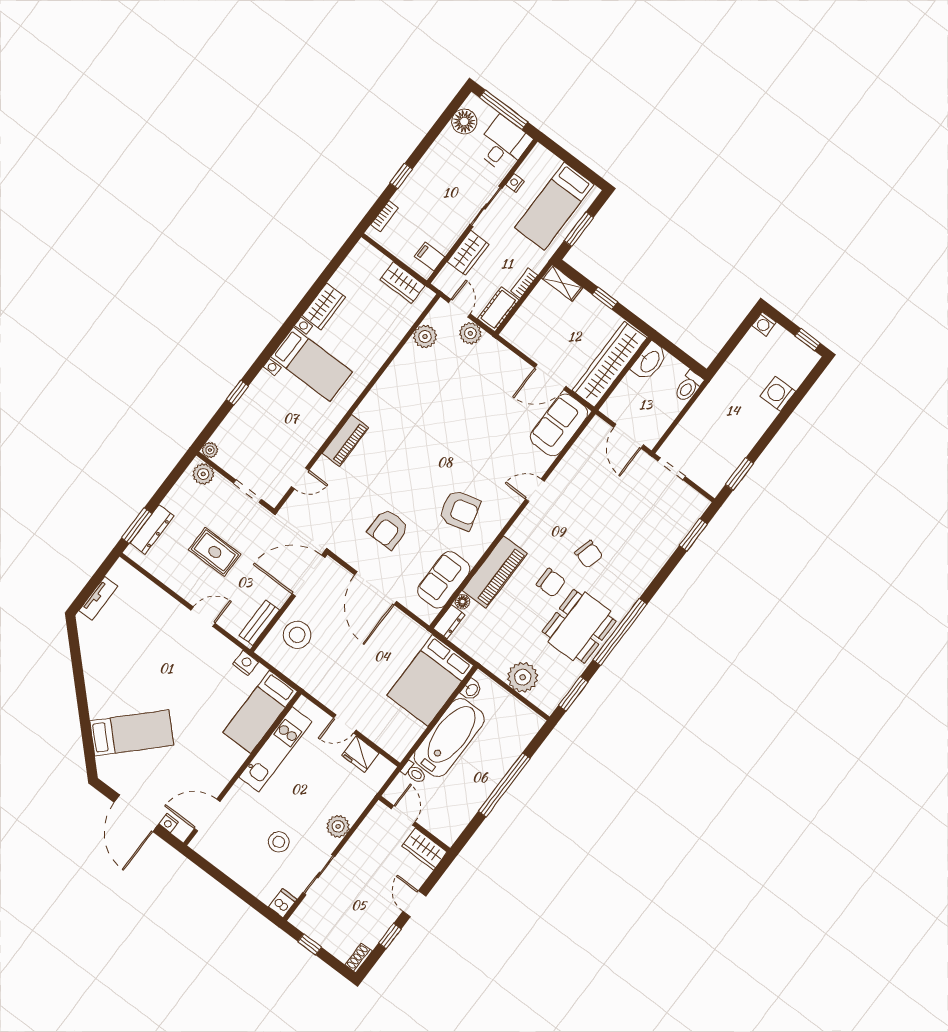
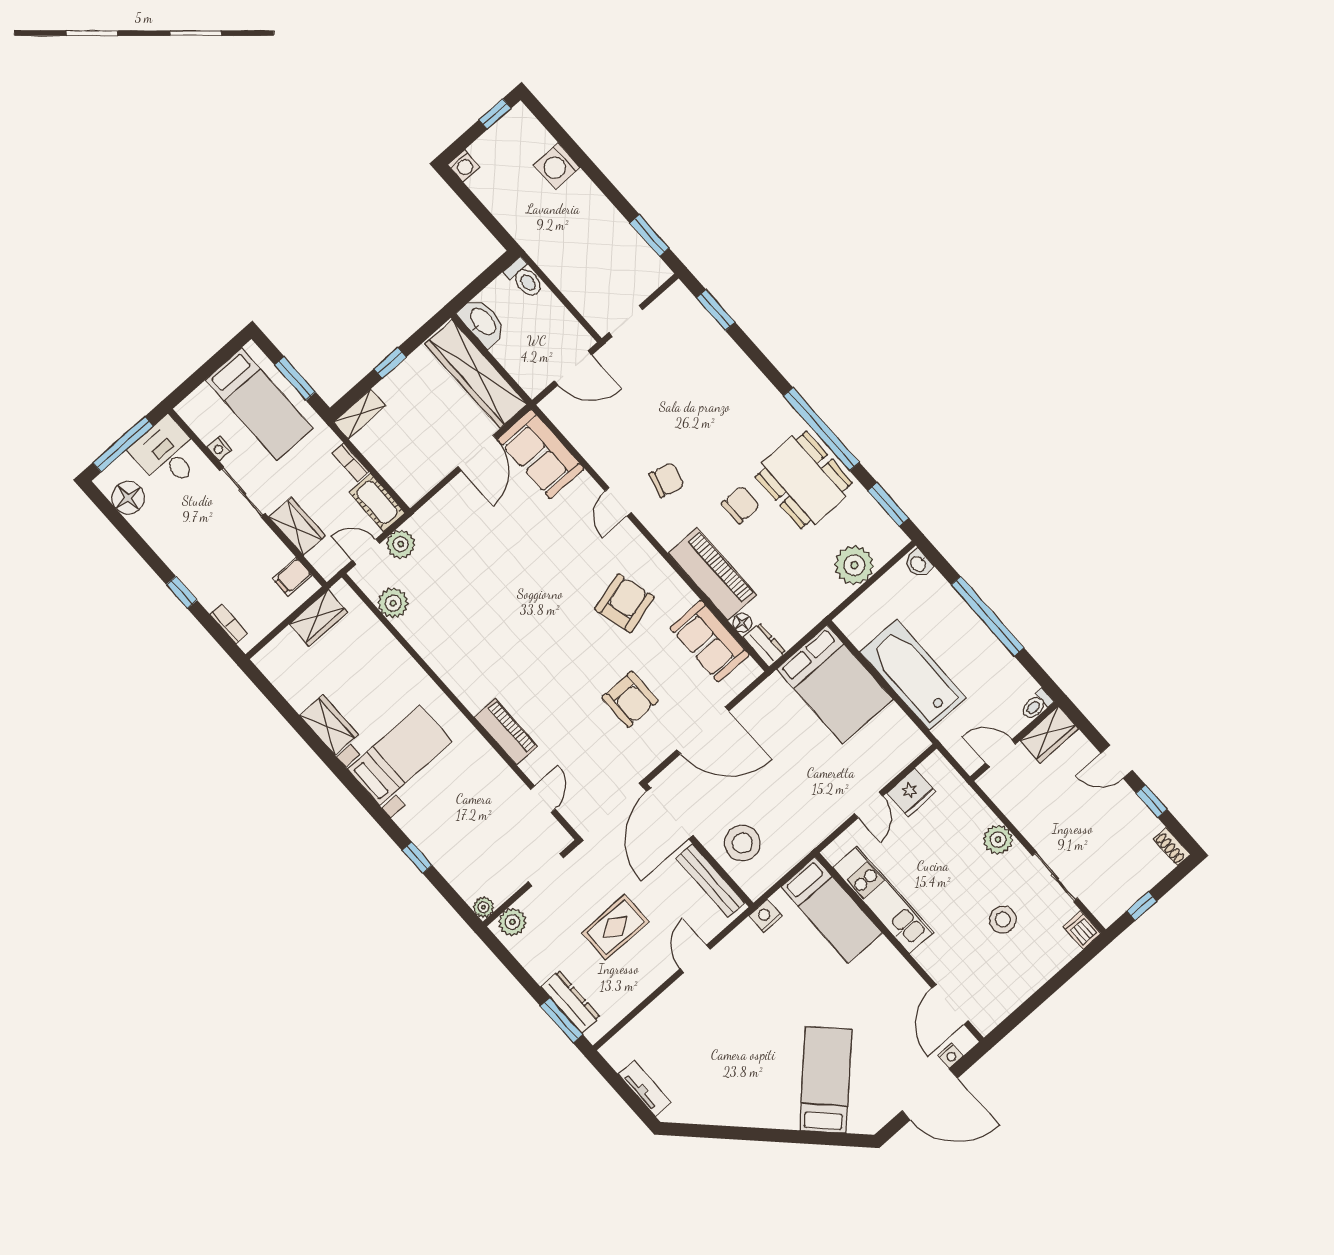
chair: (589, 554) -> (667, 480), moved
bench: (259, 623) -> (710, 880), width x1.36
washbasin: (471, 690) -> (918, 564), moved, turned 180
toilet: (414, 772) -> (1037, 705), moved, turned 180

